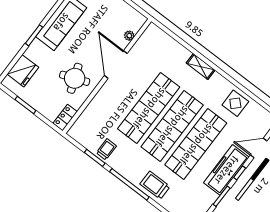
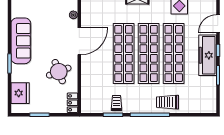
door: (116, 65) -> (79, 41), swing flipped

